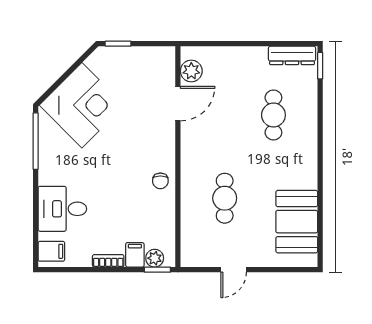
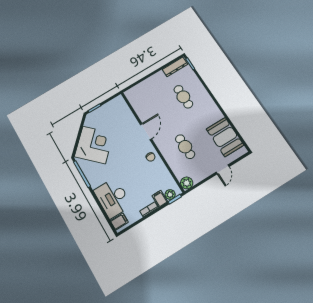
plant: (191, 71) -> (187, 183), moved
door: (178, 104) -> (146, 132), moved
desk: (62, 209) -> (113, 198), width x1.37
door: (234, 270) -> (223, 169), moved

